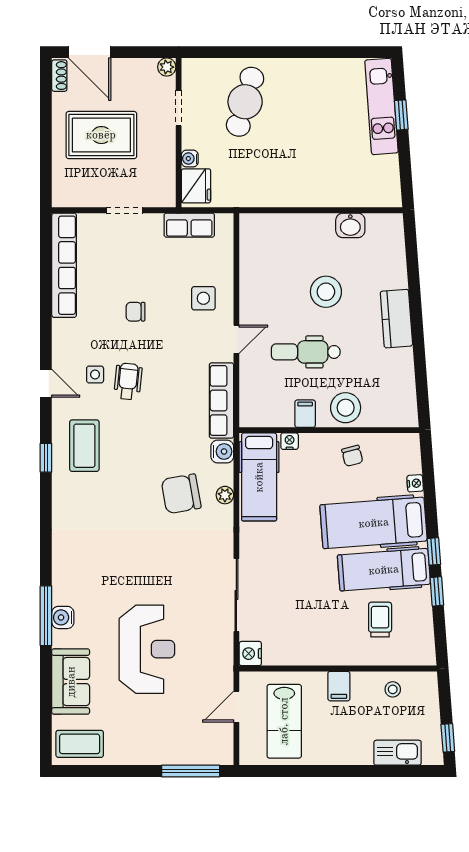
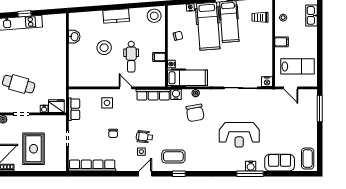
stool: (346, 408) -> (154, 16), moved
trolley: (380, 620) -> (260, 17), moved
reception desk: (147, 649) -> (239, 135), moved, turned 180

